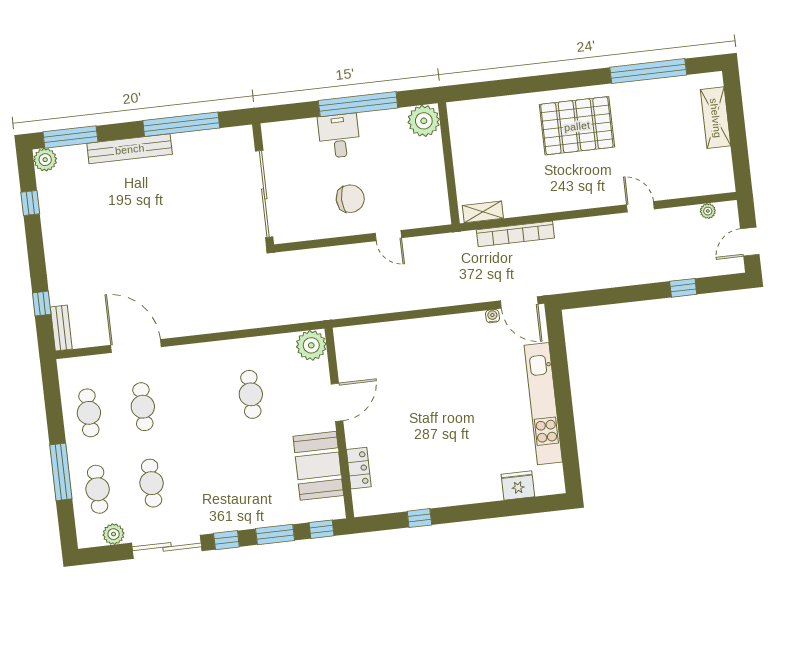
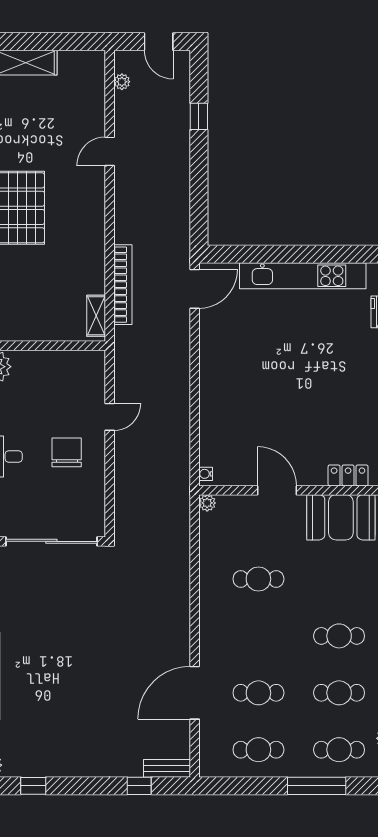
water cooler: (492, 316) -> (206, 474), moved
plant: (311, 345) -> (207, 503), width x0.53, depth x0.53
cafe table: (206, 477) -> (339, 636), added

